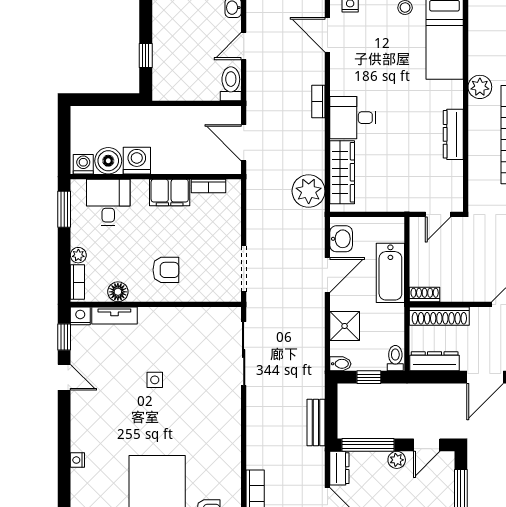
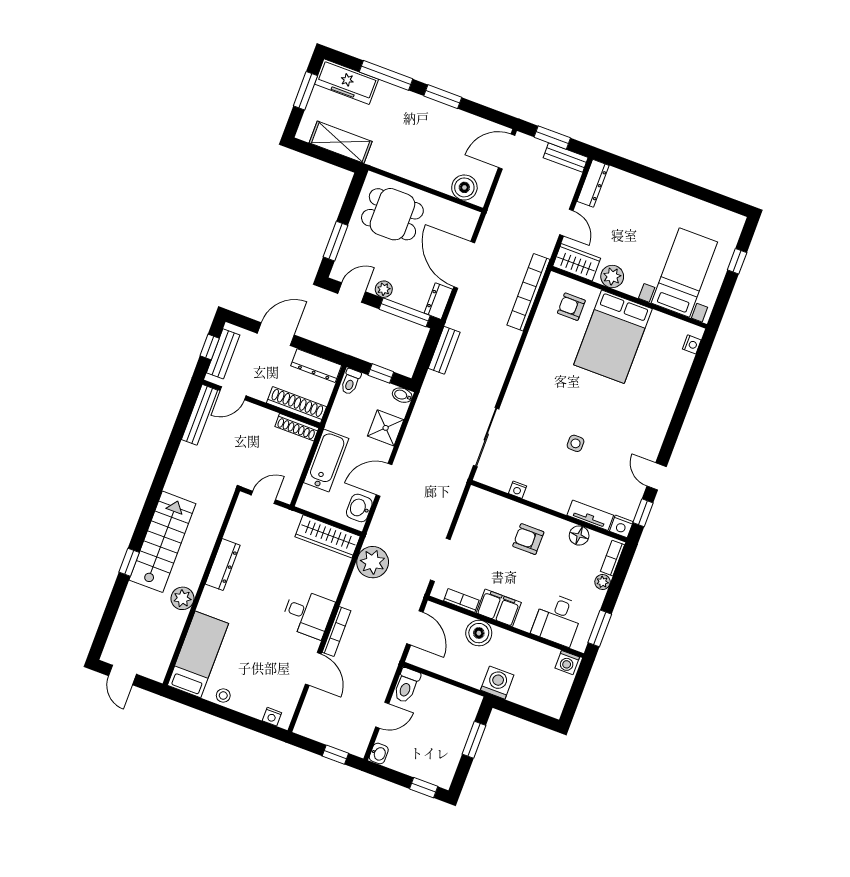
door: (327, 35) -> (313, 669), moved
window: (146, 56) -> (474, 740), width x1.50
bookcase: (318, 102) -> (336, 631), width x1.56
boiler: (108, 161) -> (479, 633), moved
washing machine: (137, 161) -> (497, 683), moved, turned 180
wardrobe: (342, 172) -> (328, 536), moved, turned -90
doorway: (244, 269) -> (440, 560), moved
shoe rack: (425, 294) -> (297, 427), width x1.43
nightstand: (77, 460) -> (517, 490), moved, turned 90

